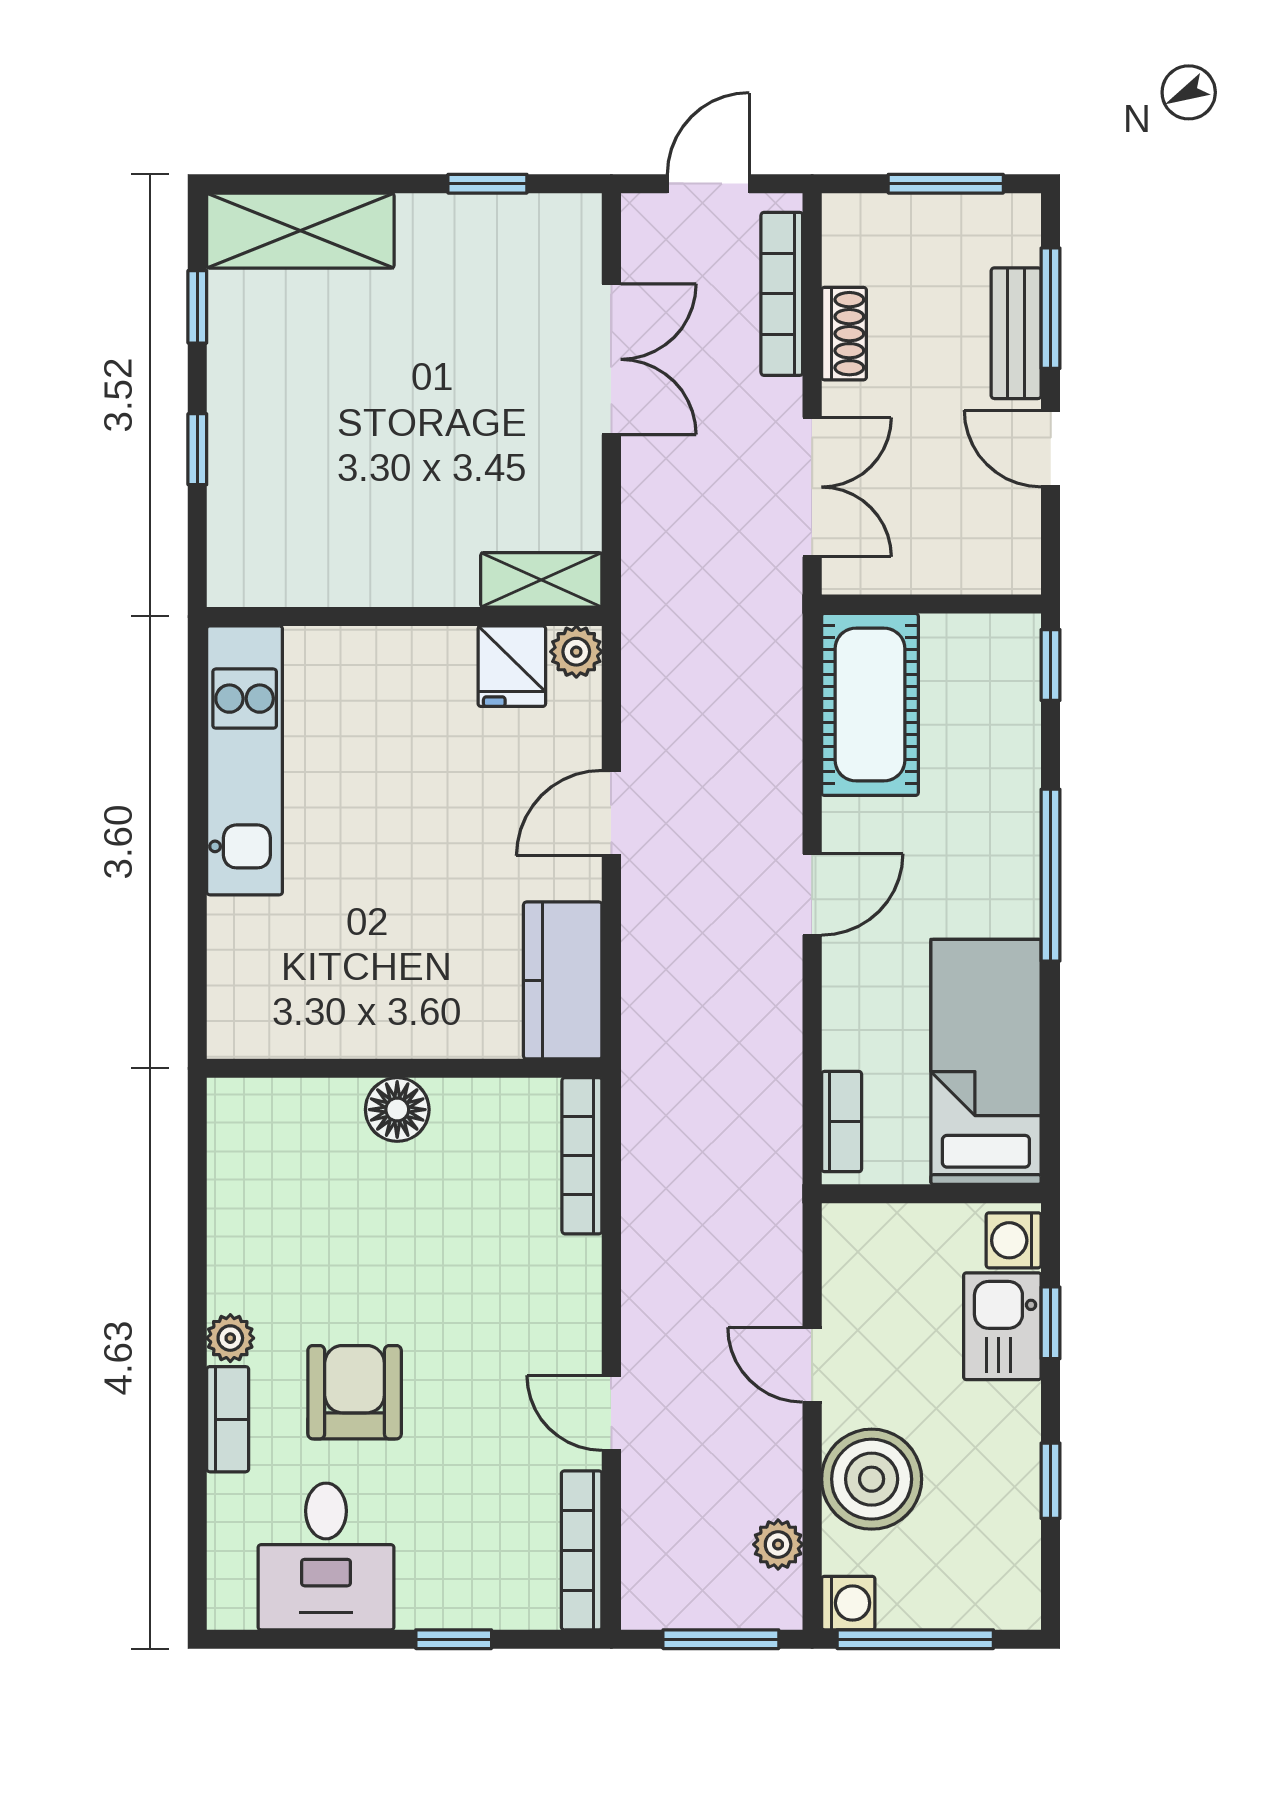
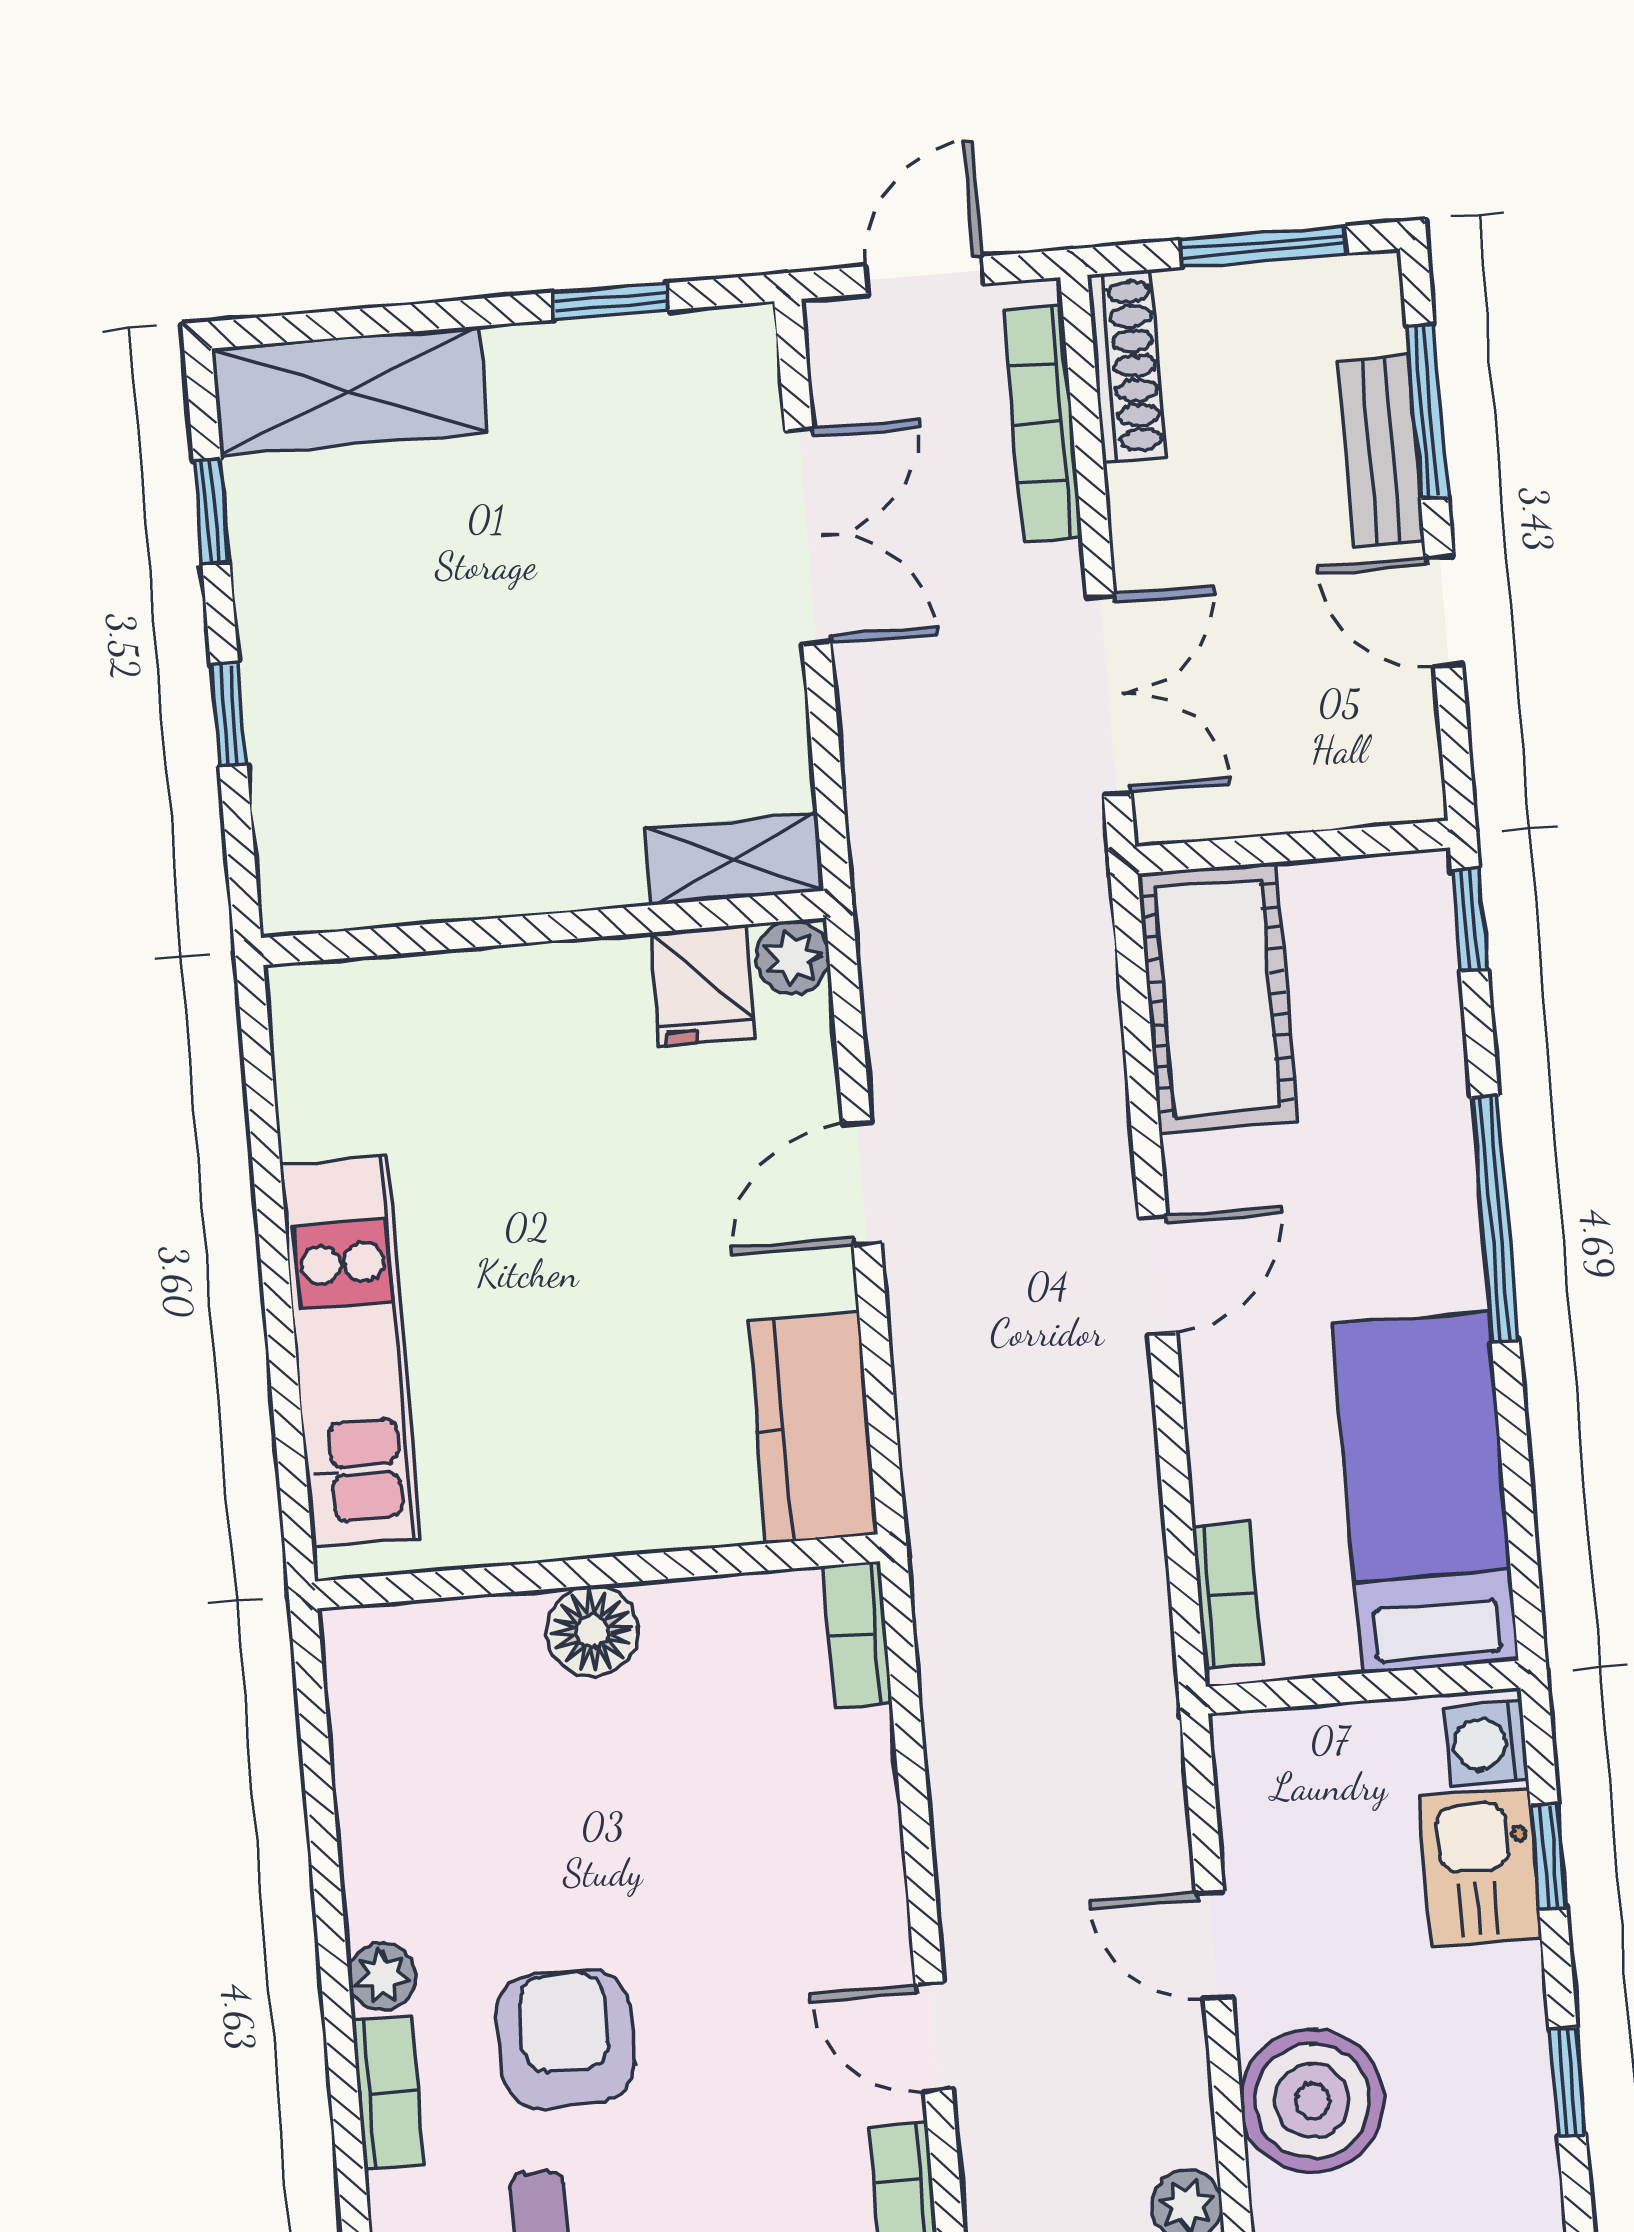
shoe rack: (844, 334) -> (1127, 366), moved, width x1.43
kitchen unit: (245, 760) -> (350, 1351), moved
bookcase: (582, 1156) -> (858, 1635), width x0.64

